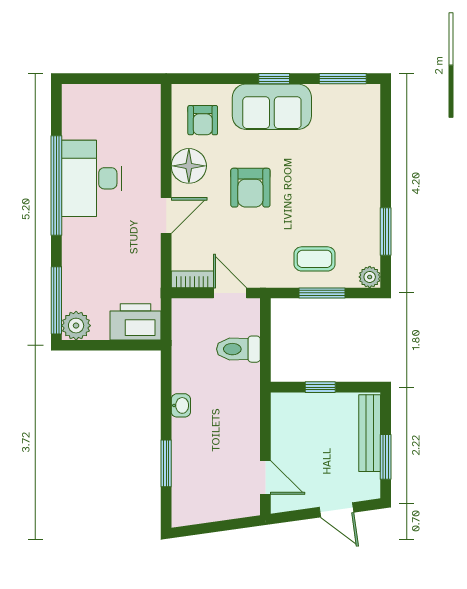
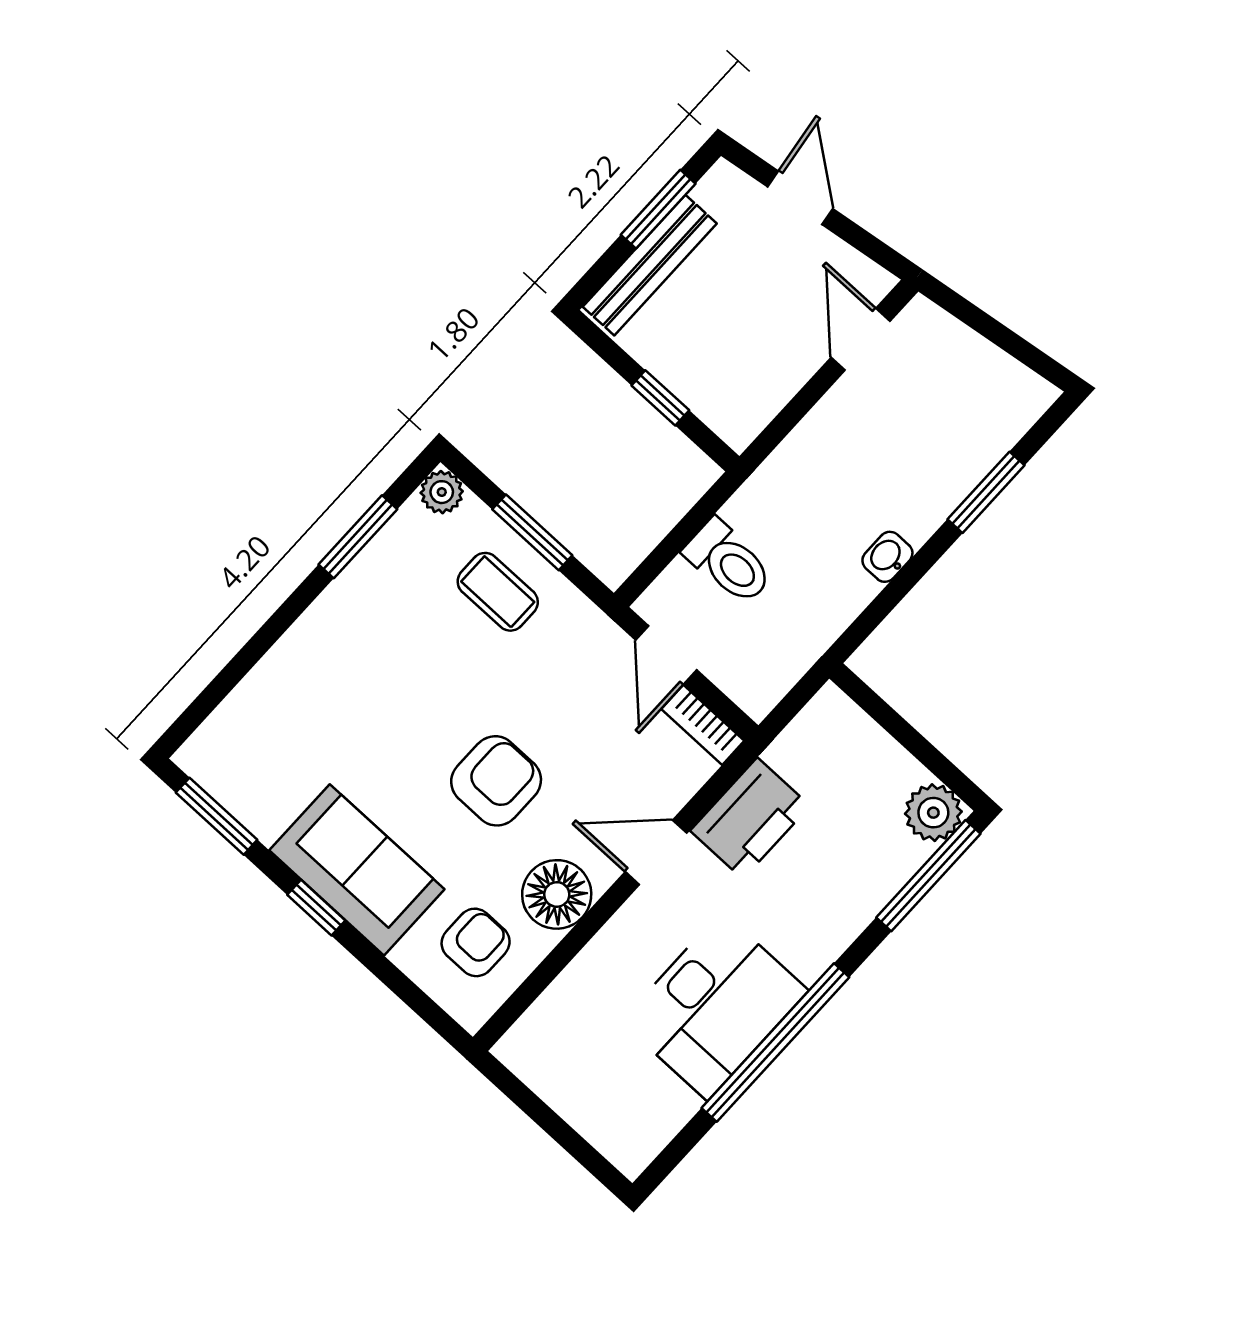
printer: (136, 322) -> (750, 818), moved, turned -90

